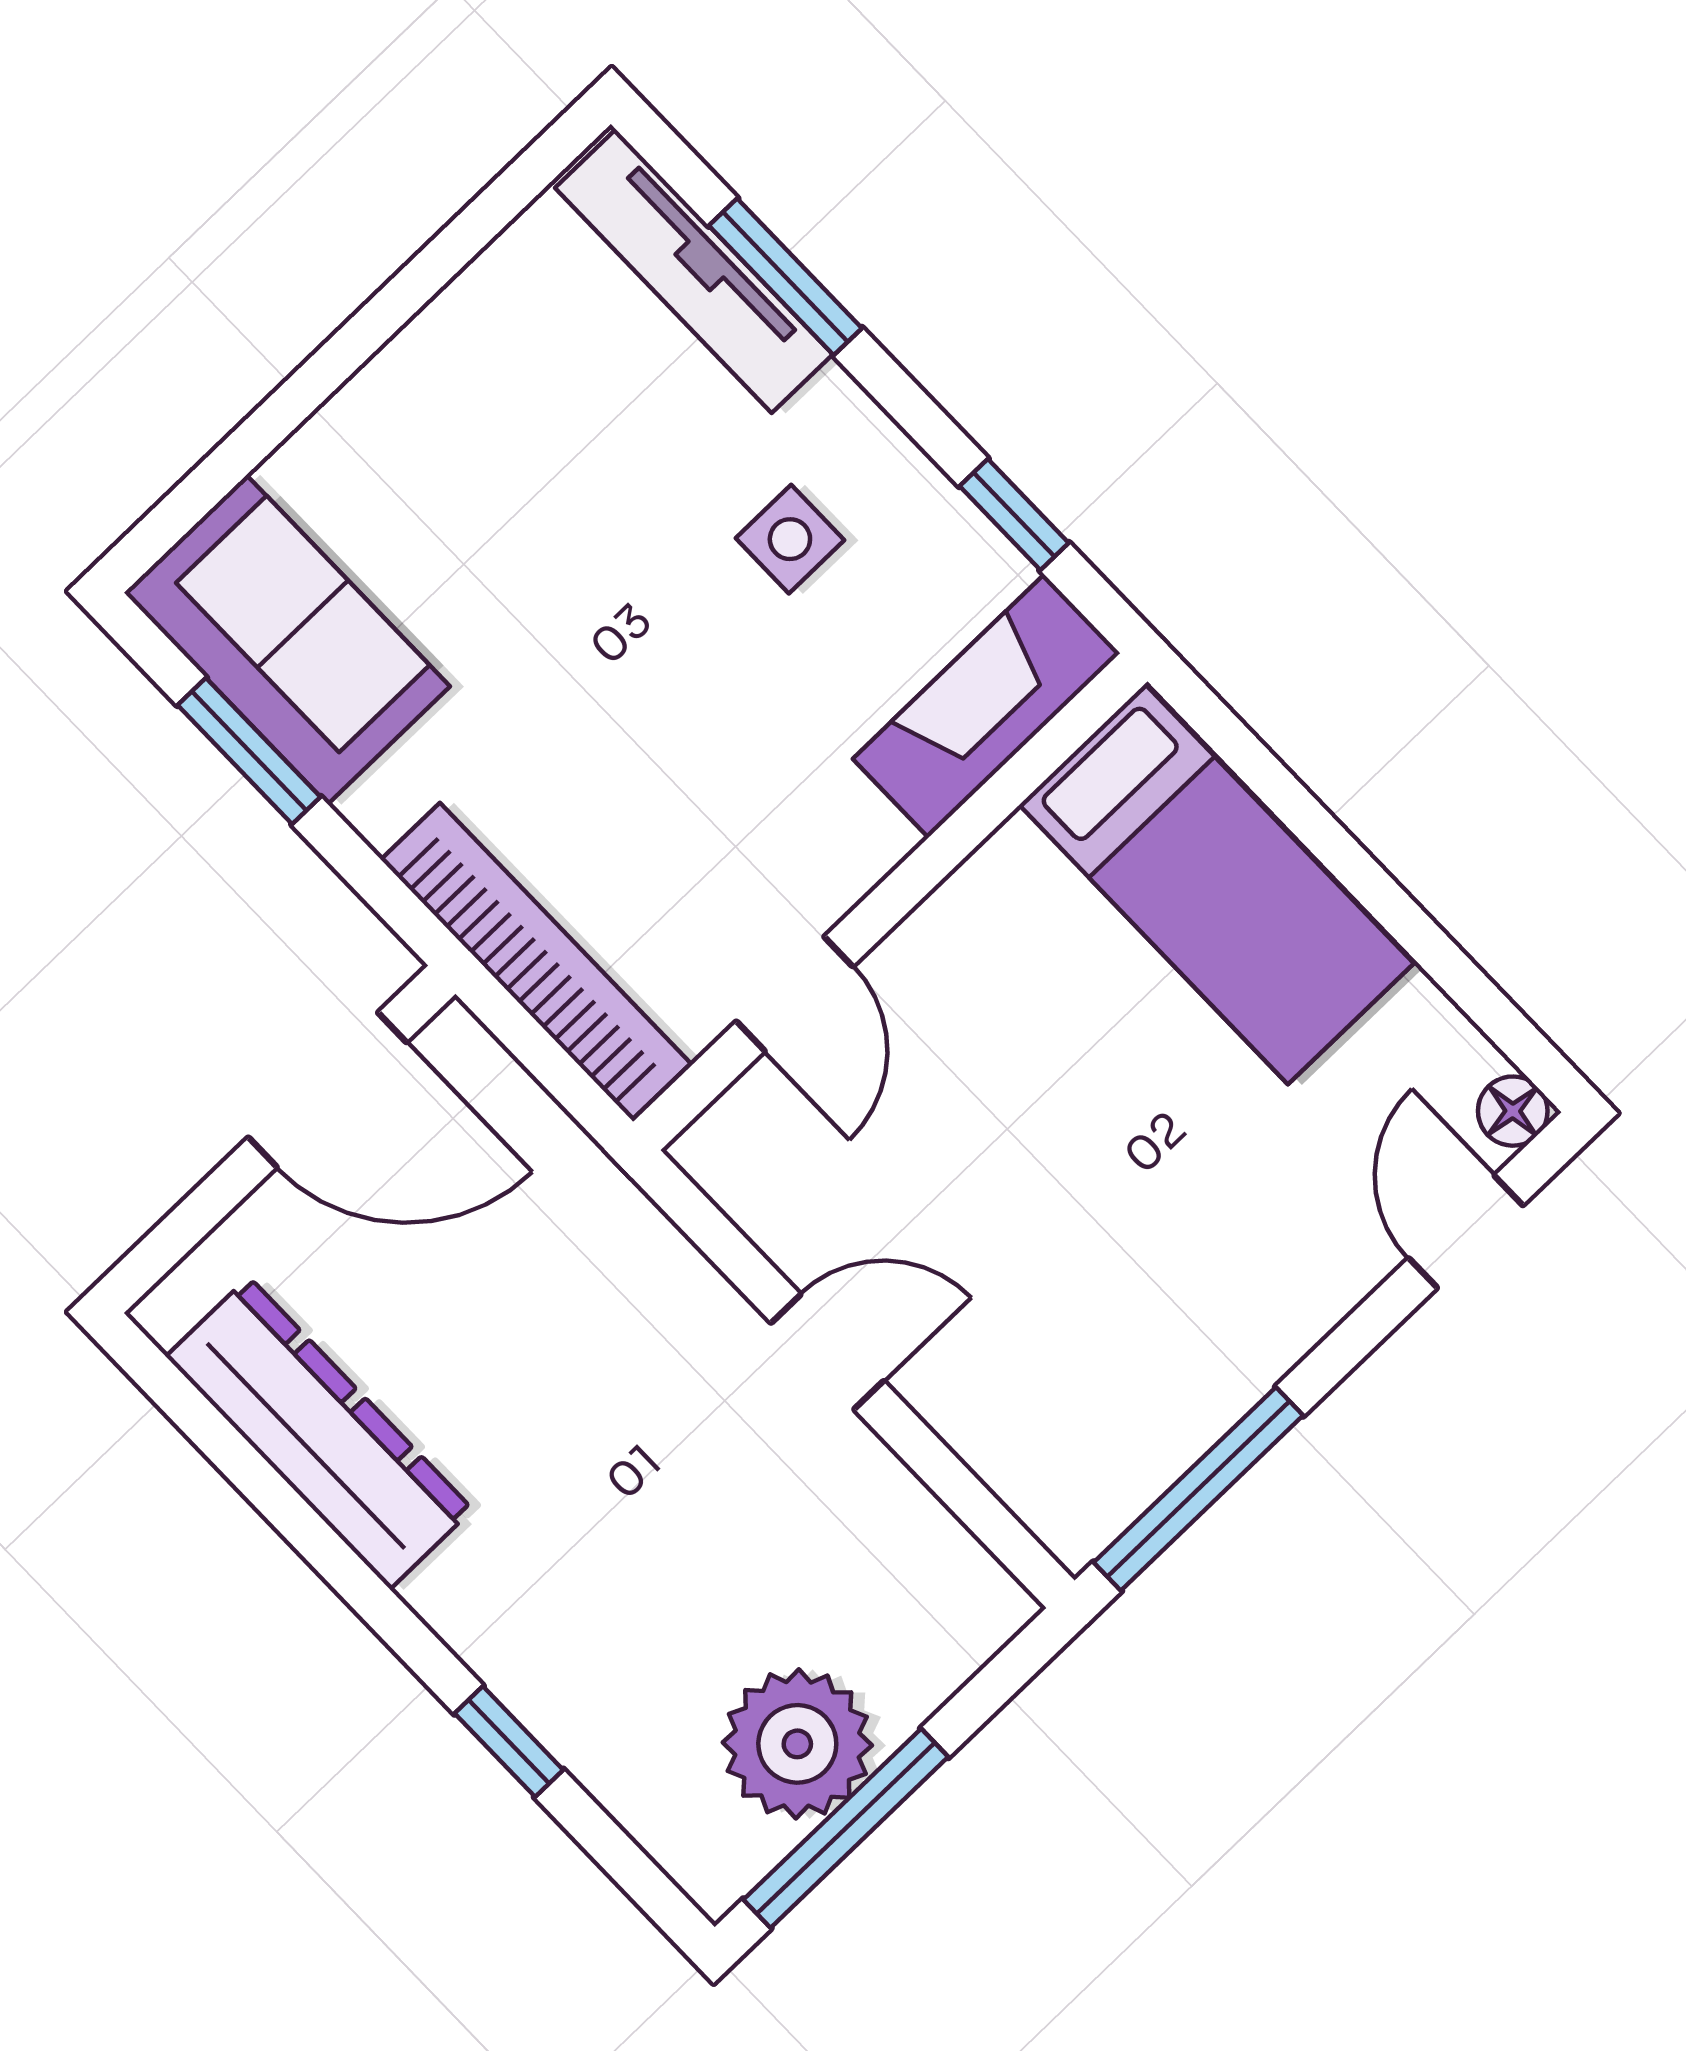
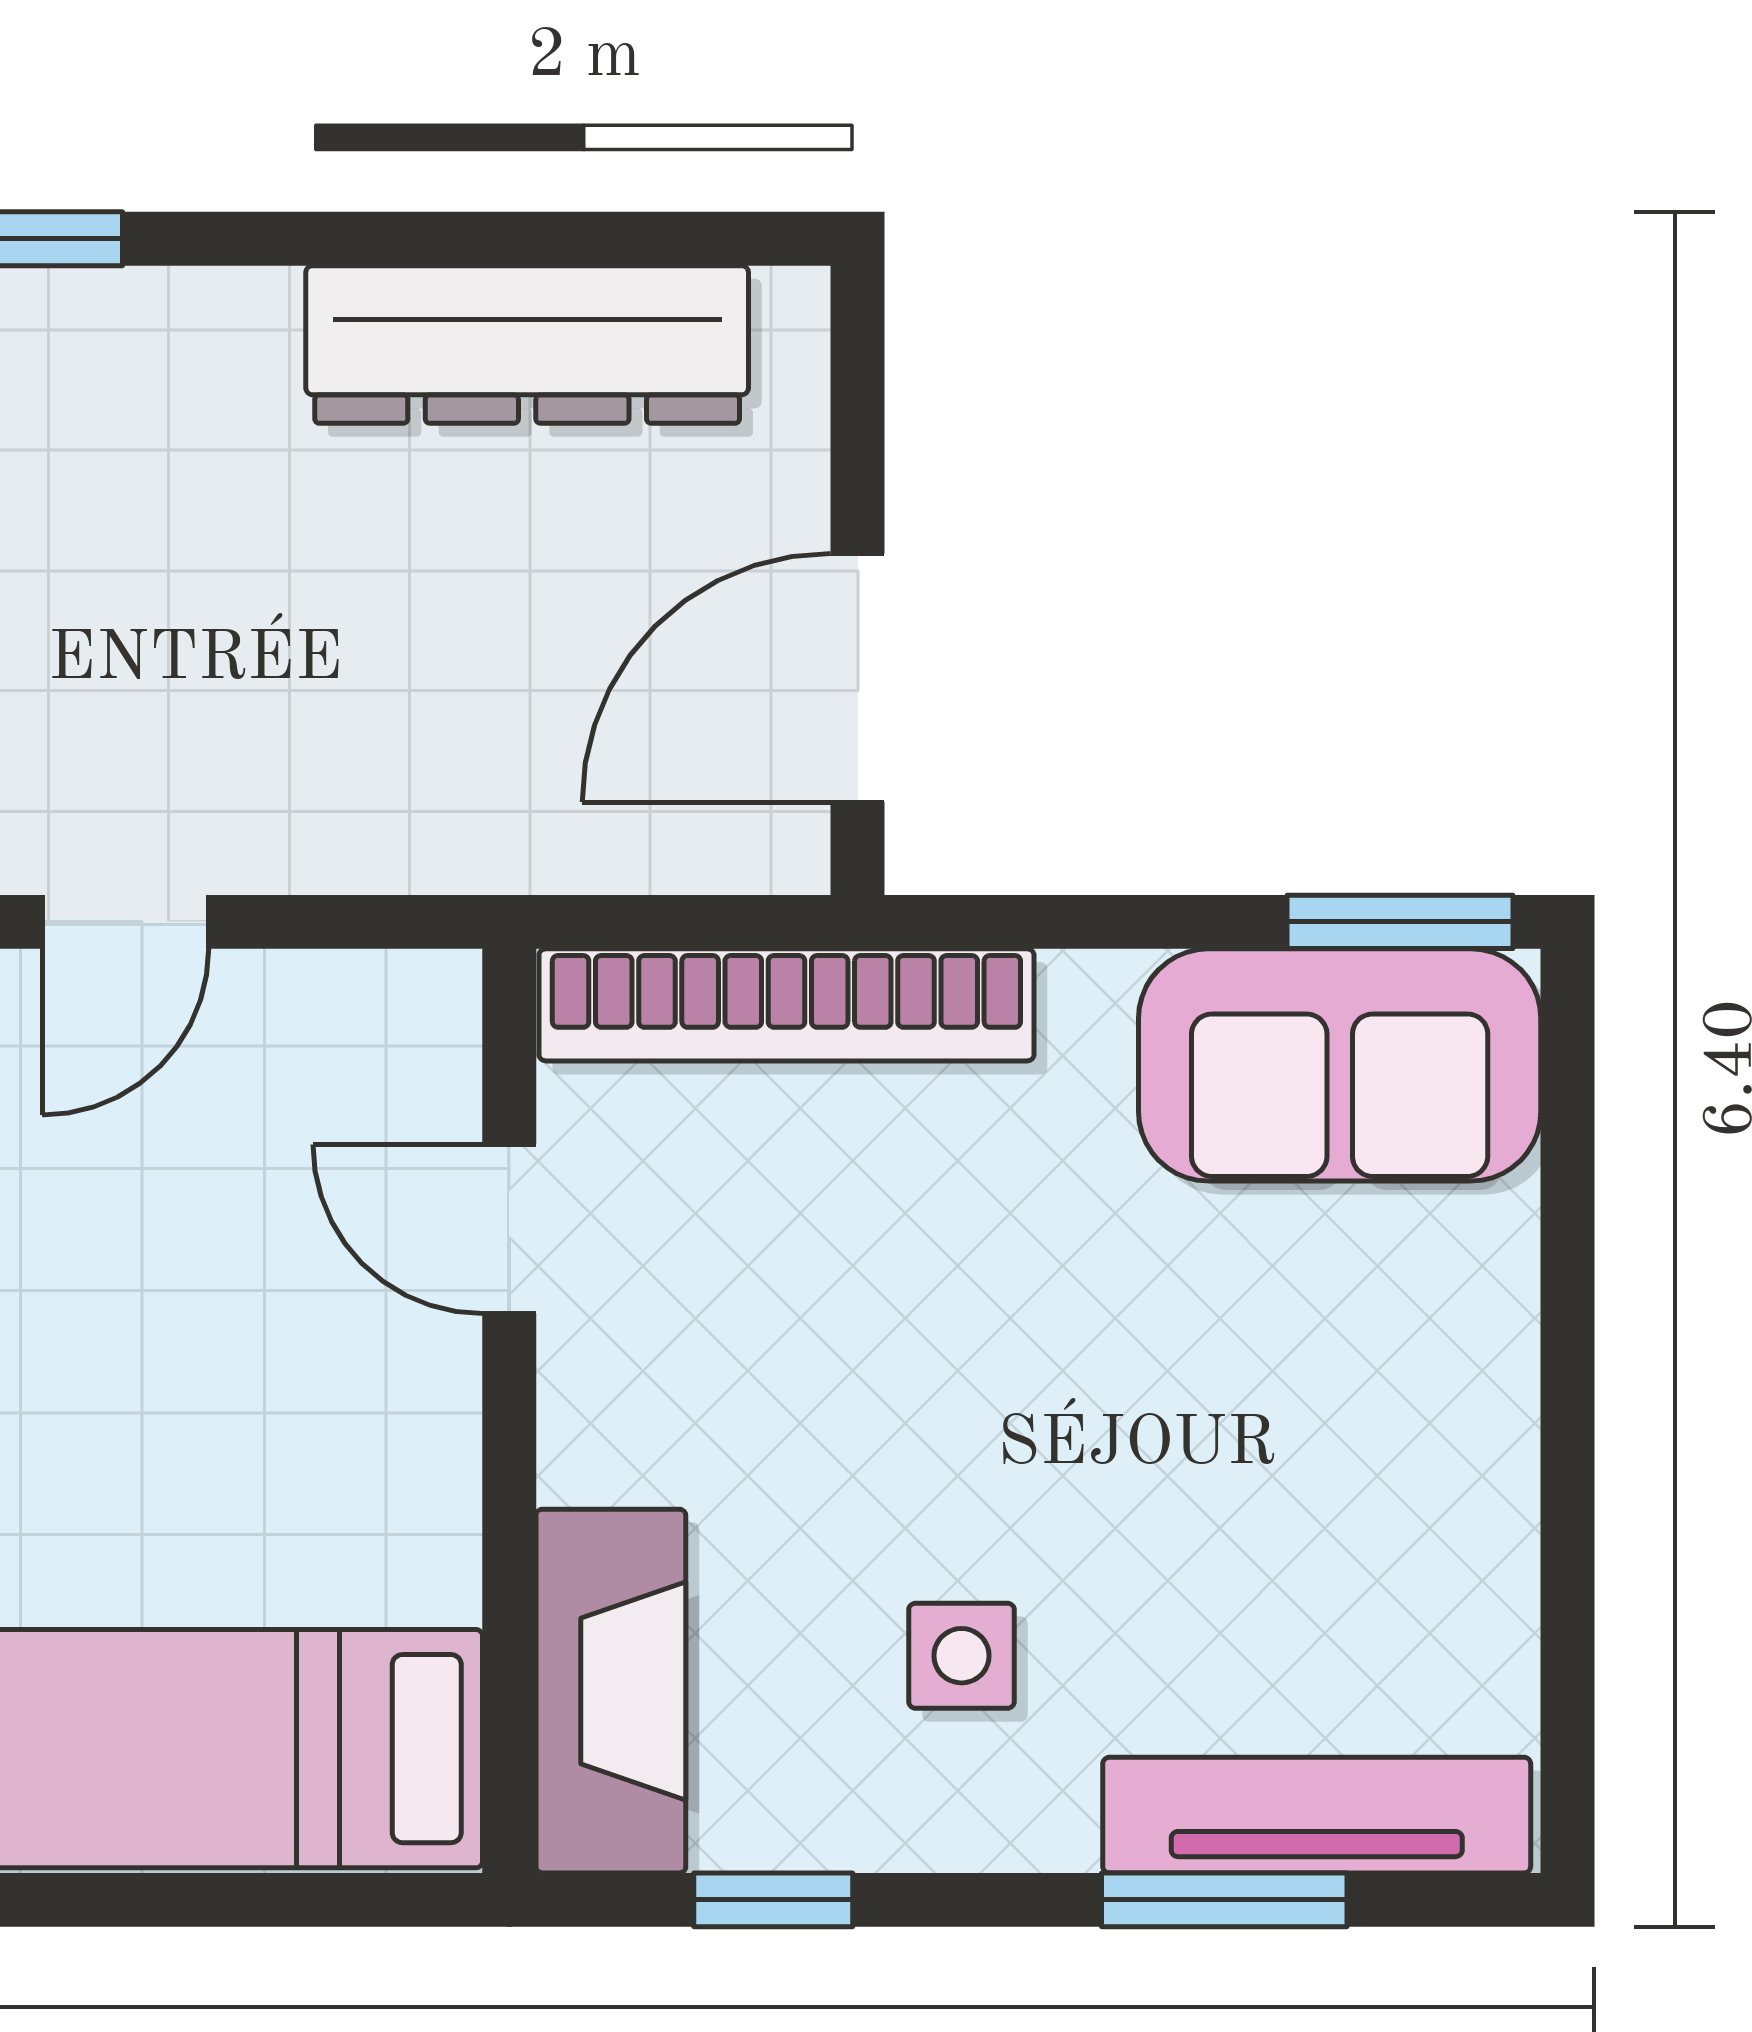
window: (249, 751) -> (1400, 922), moved

